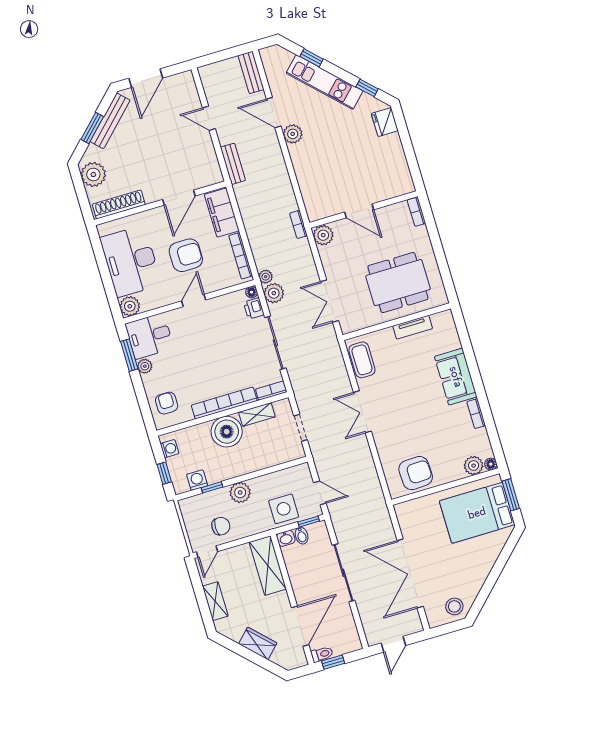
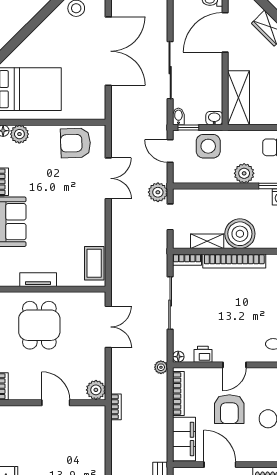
door: (179, 198) -> (220, 465), hinge flipped
armchair: (186, 255) -> (229, 409), turned -90
dining table: (398, 283) -> (39, 325), width x0.73
plant: (274, 293) -> (158, 192), moved
printer: (254, 308) -> (203, 354), moved, turned -90
double door: (362, 412) -> (108, 178), moved
bidet: (302, 536) -> (178, 116), moved

